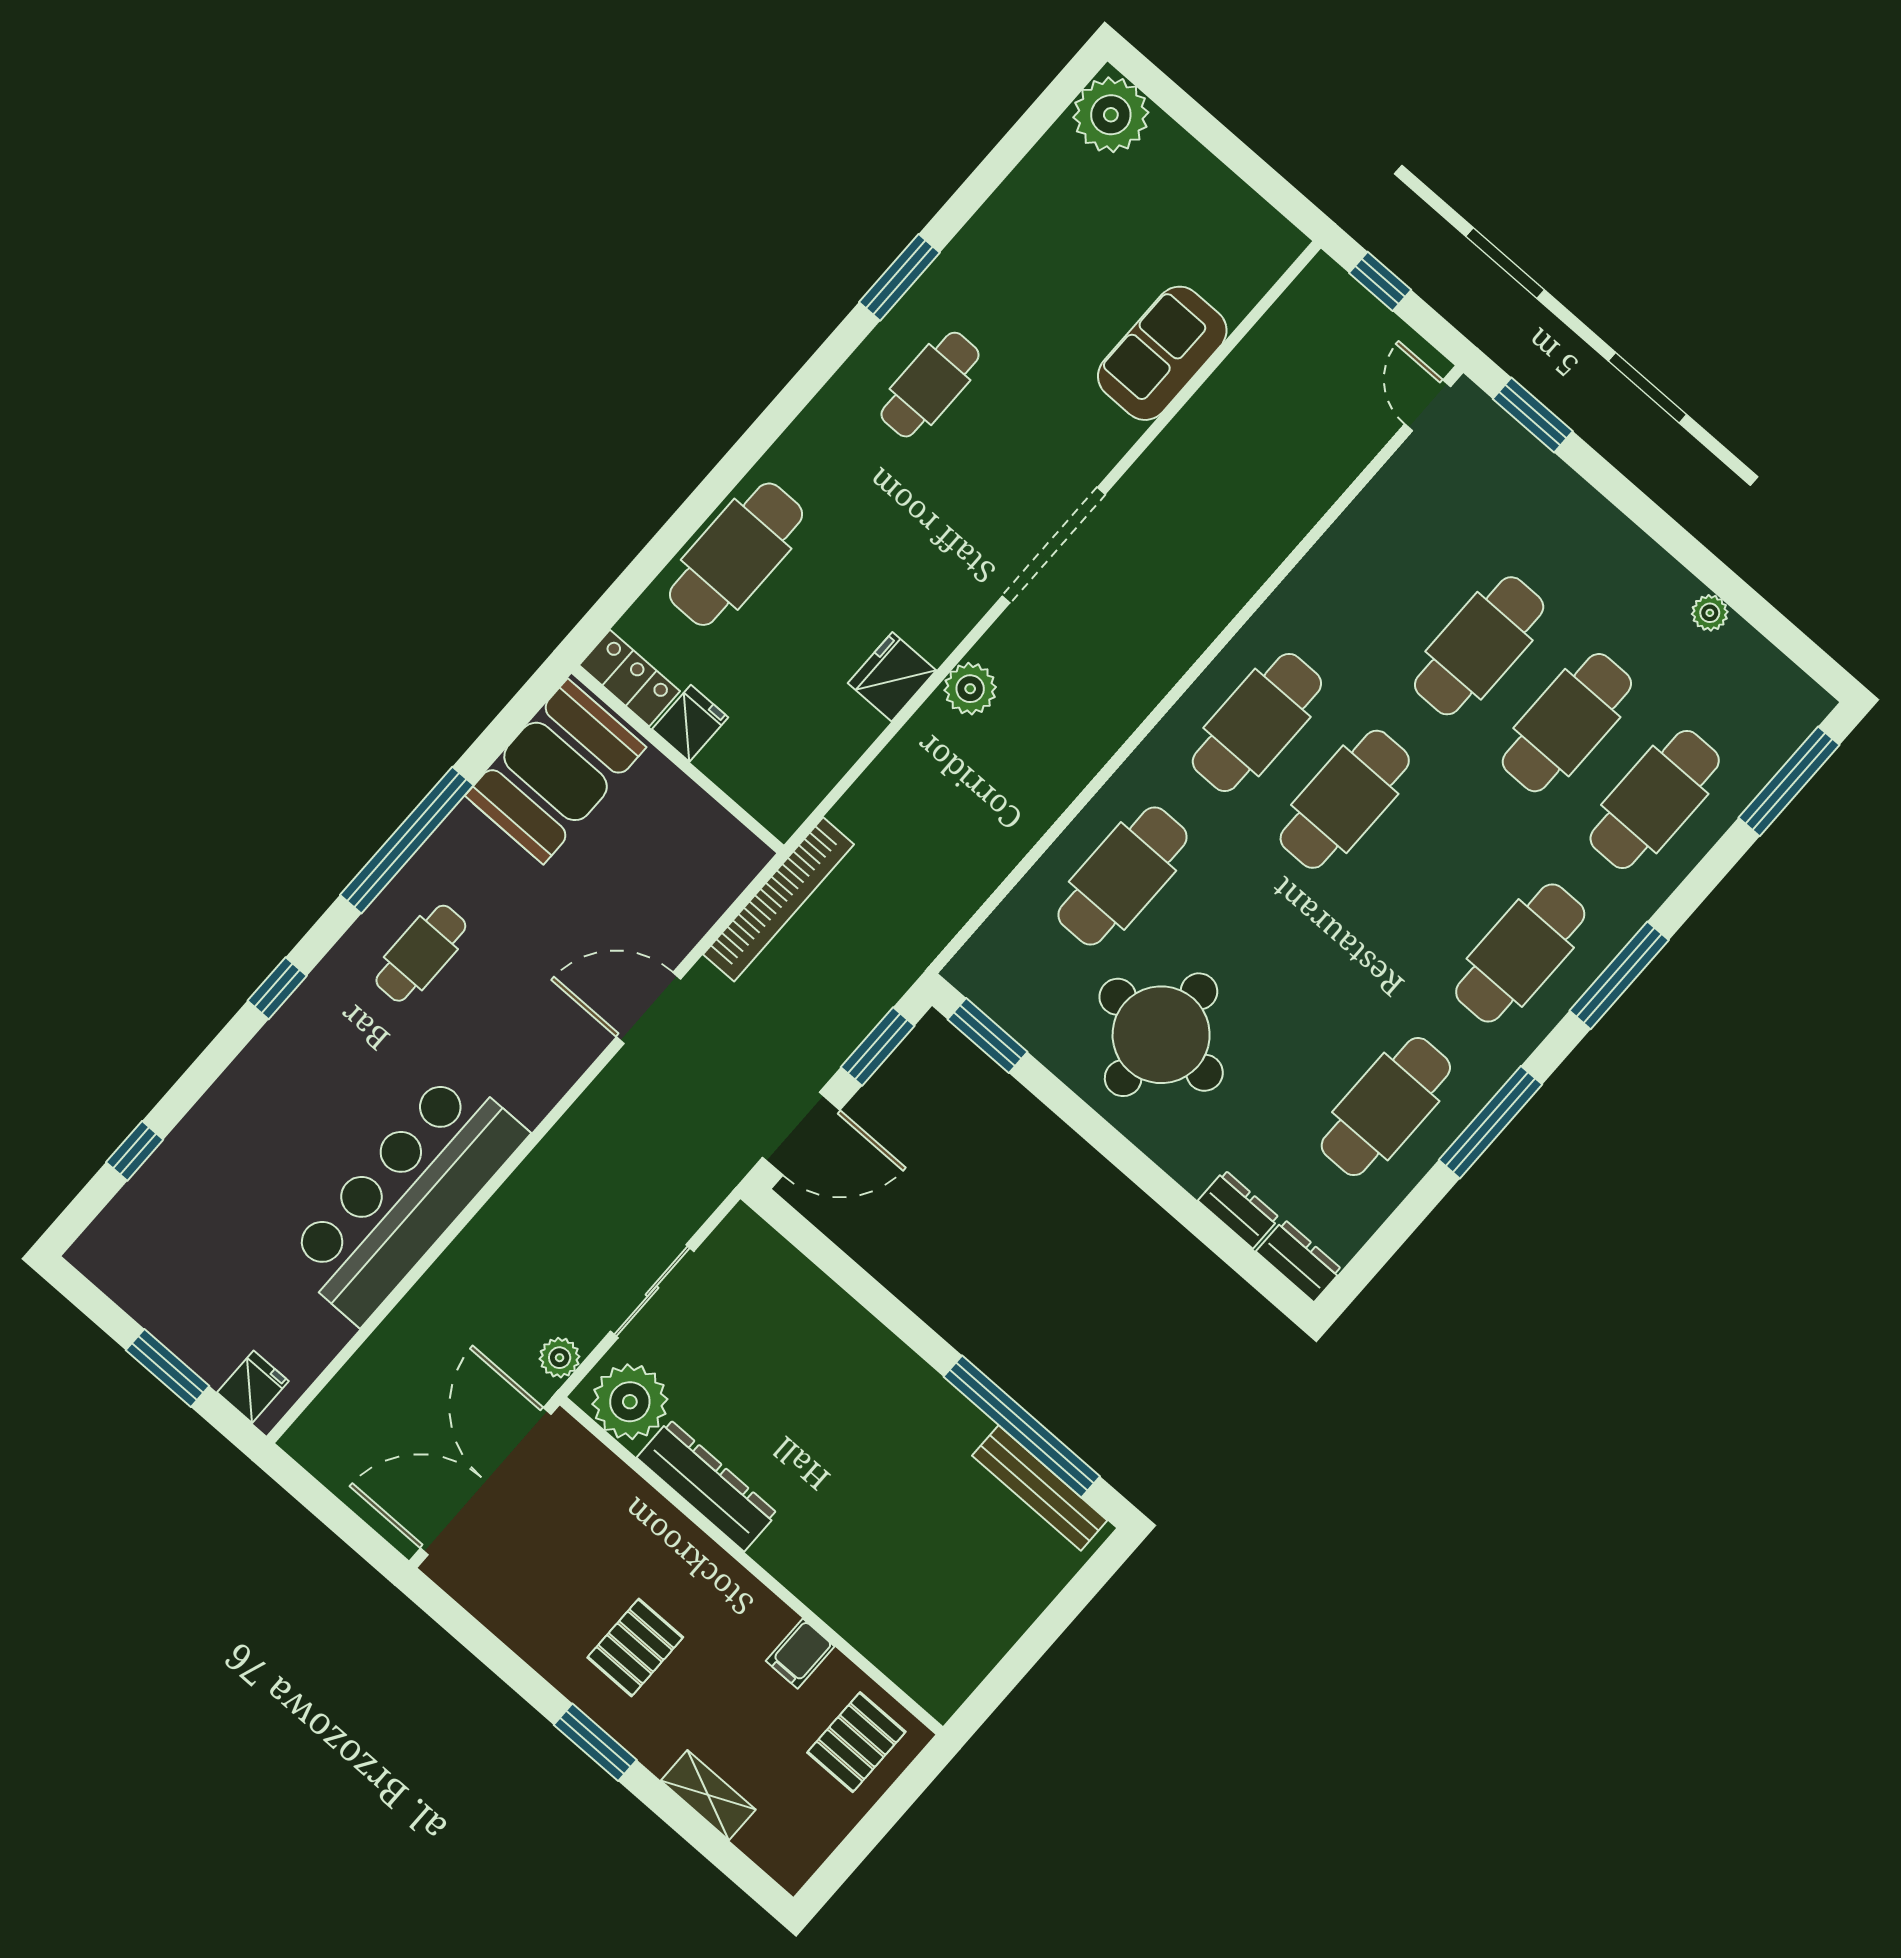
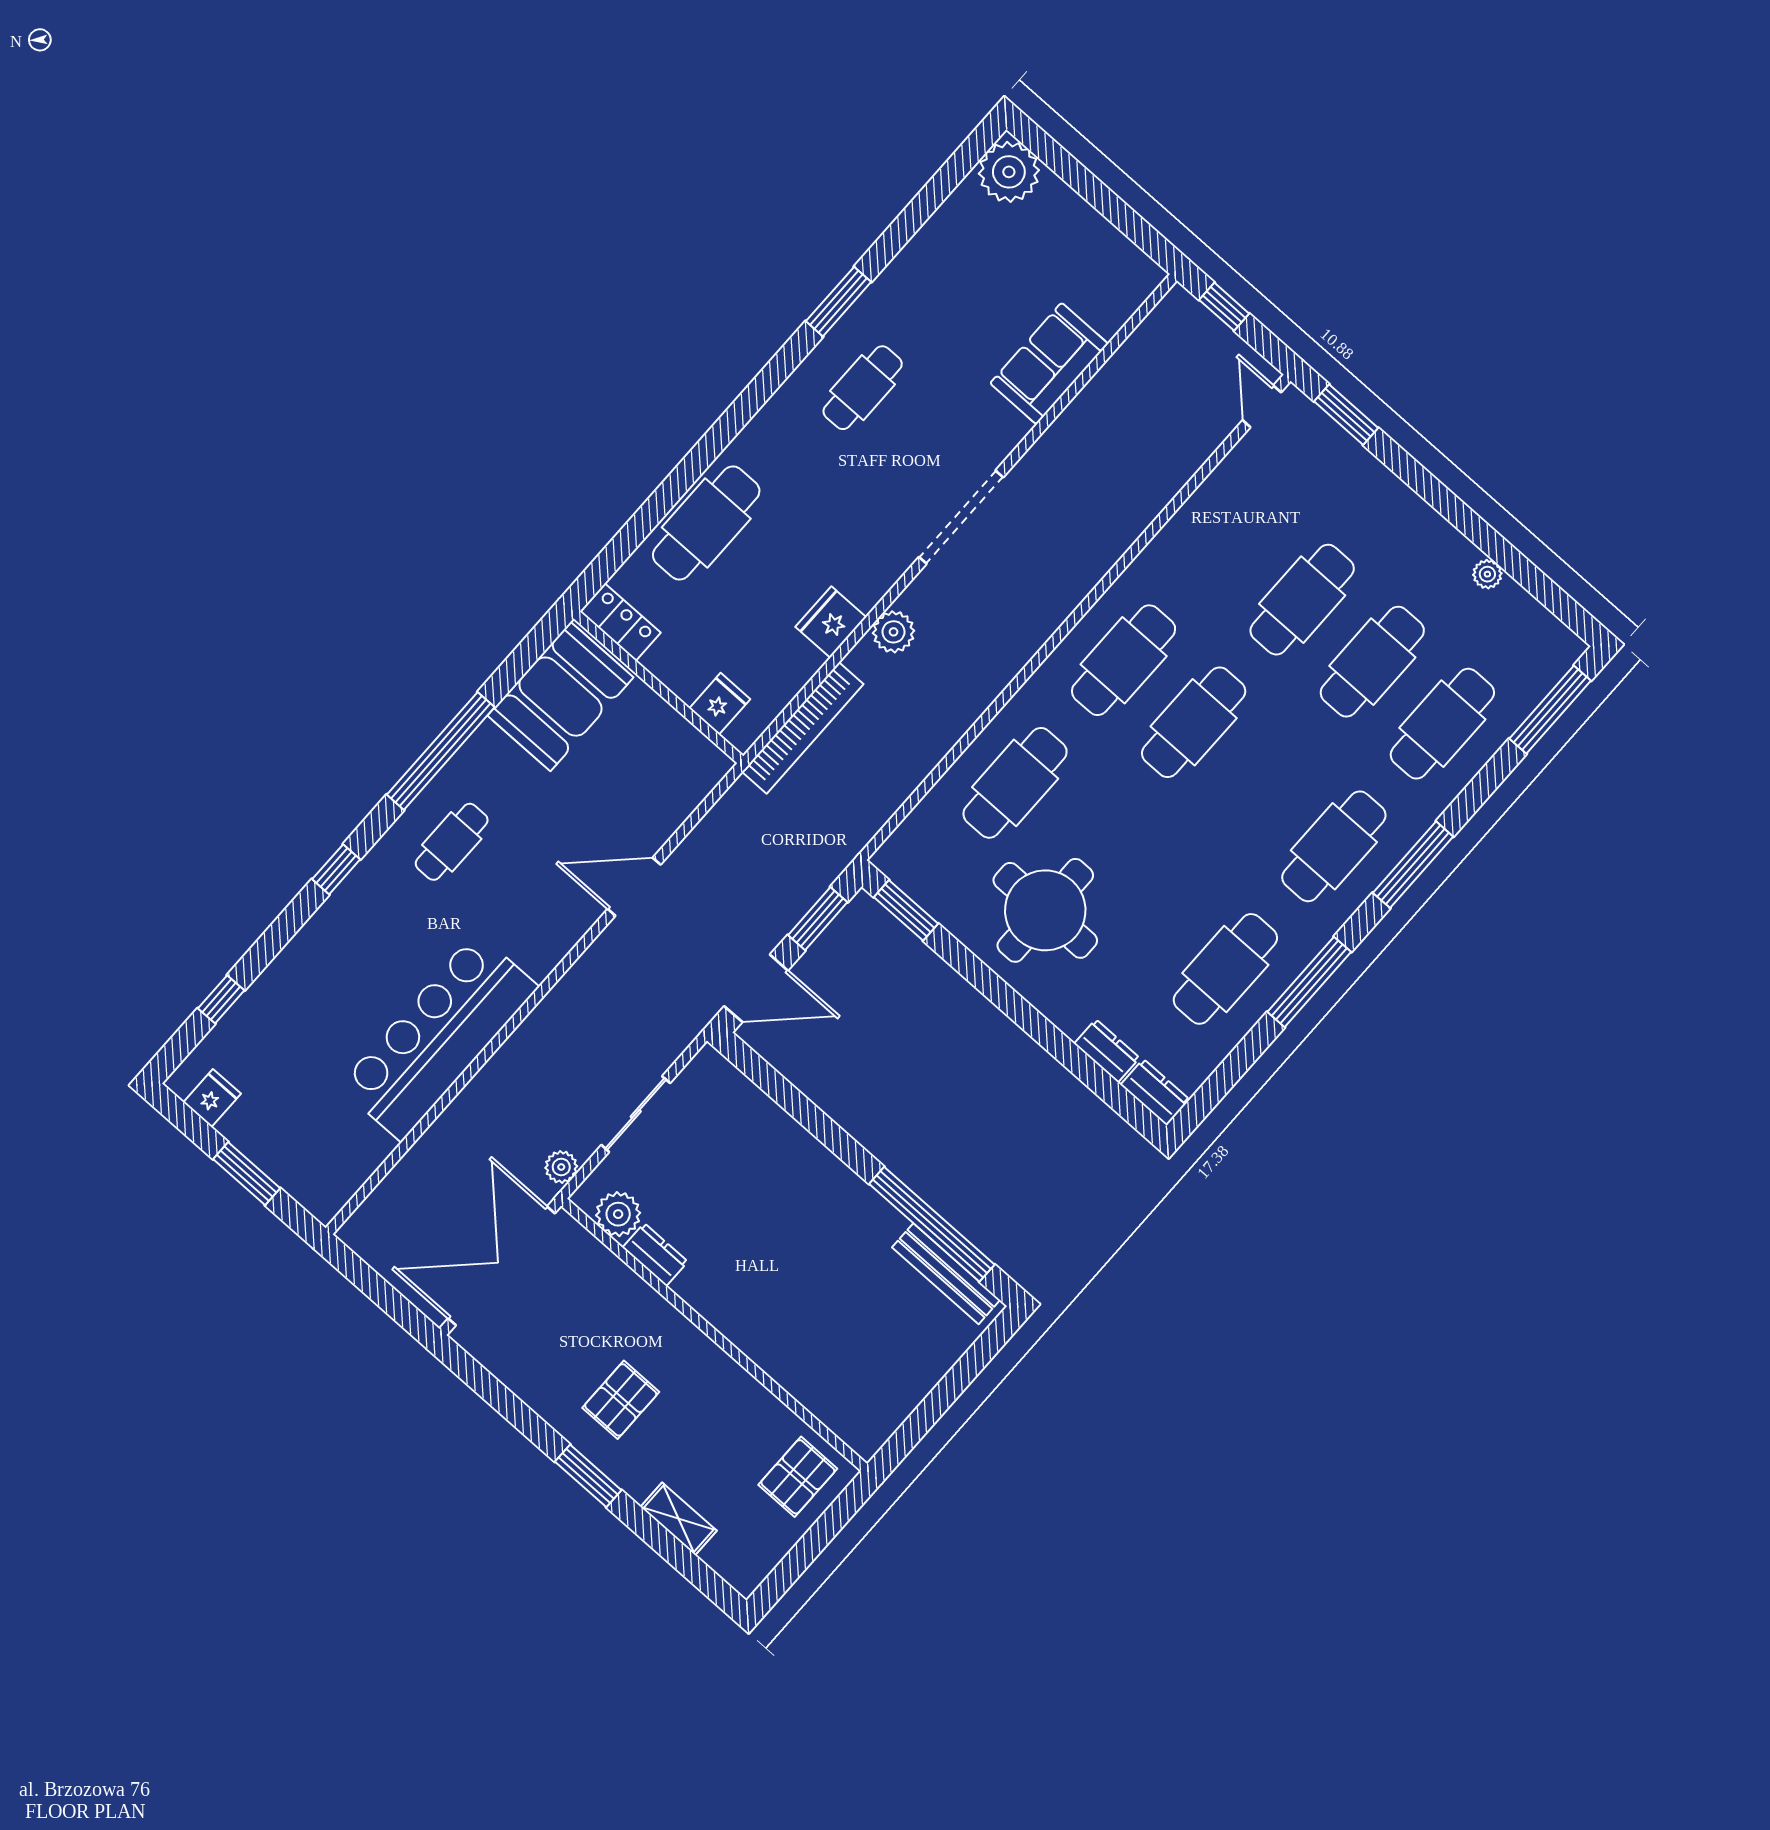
fridge: (690, 723) -> (720, 704), moved
bookcase: (779, 899) -> (803, 728), moved
fridge: (253, 1387) -> (212, 1098), moved
plant: (630, 1402) -> (618, 1214), width x0.73, depth x0.73
dresser: (707, 1486) -> (655, 1255), width x0.51, depth x0.80
filing cabinet: (800, 1654) -> (753, 1406), removed

